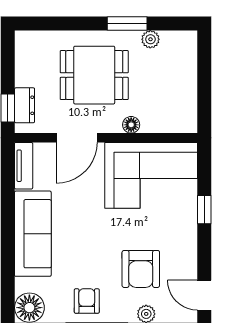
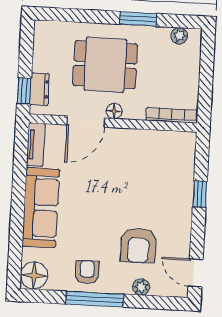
plant: (150, 39) -> (179, 36), moved
floor lamp: (131, 125) -> (114, 111), moved
bookcase: (169, 126) -> (172, 115), added
corner sofa: (151, 175) -> (153, 160), removed

